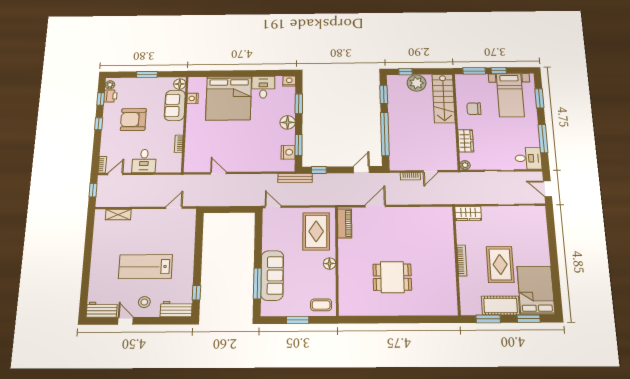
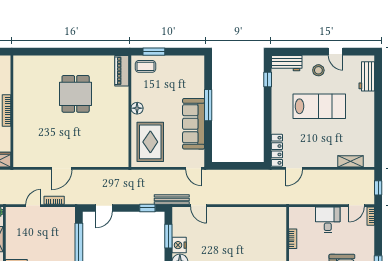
nightstand: (288, 152) -> (179, 245), moved
door: (218, 173) -> (199, 206), moved
door: (375, 206) -> (62, 168), moved
piano: (345, 223) -> (122, 71), moved
locker: (190, 224) -> (277, 150), added
sofa: (272, 275) -> (194, 124), moved
dining table: (392, 277) -> (76, 94), turned 90
window: (257, 283) -> (208, 105), moved
workbench: (102, 310) -> (367, 76), moved, turned 90
window: (298, 320) -> (154, 52), moved

